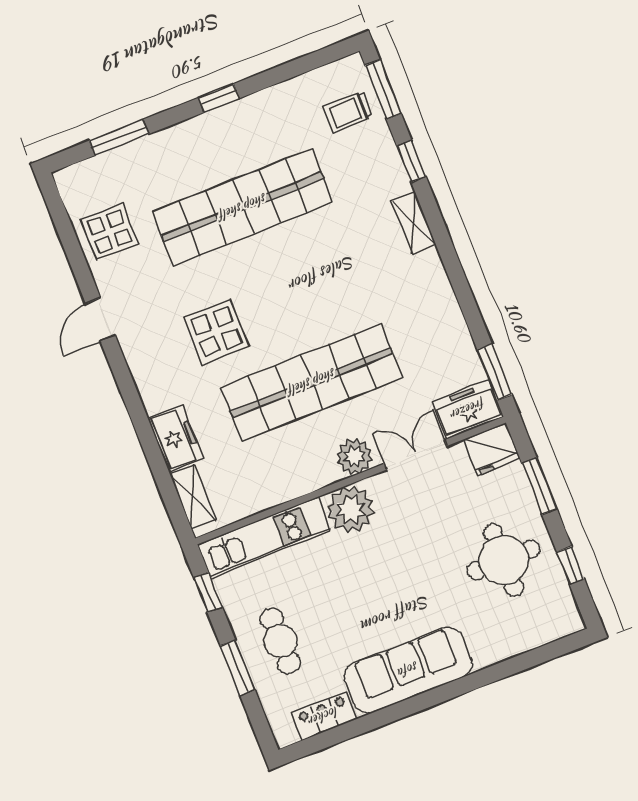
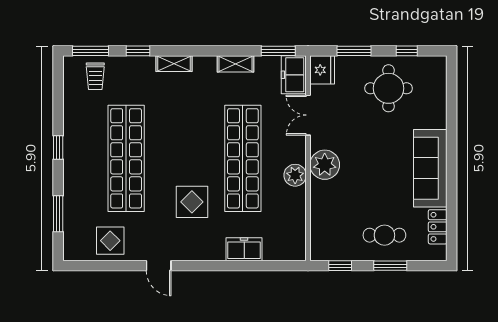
plant: (354, 456) -> (295, 175), moved
shelving: (193, 497) -> (235, 64), moved
kitchen unit: (264, 537) -> (321, 221), removed

